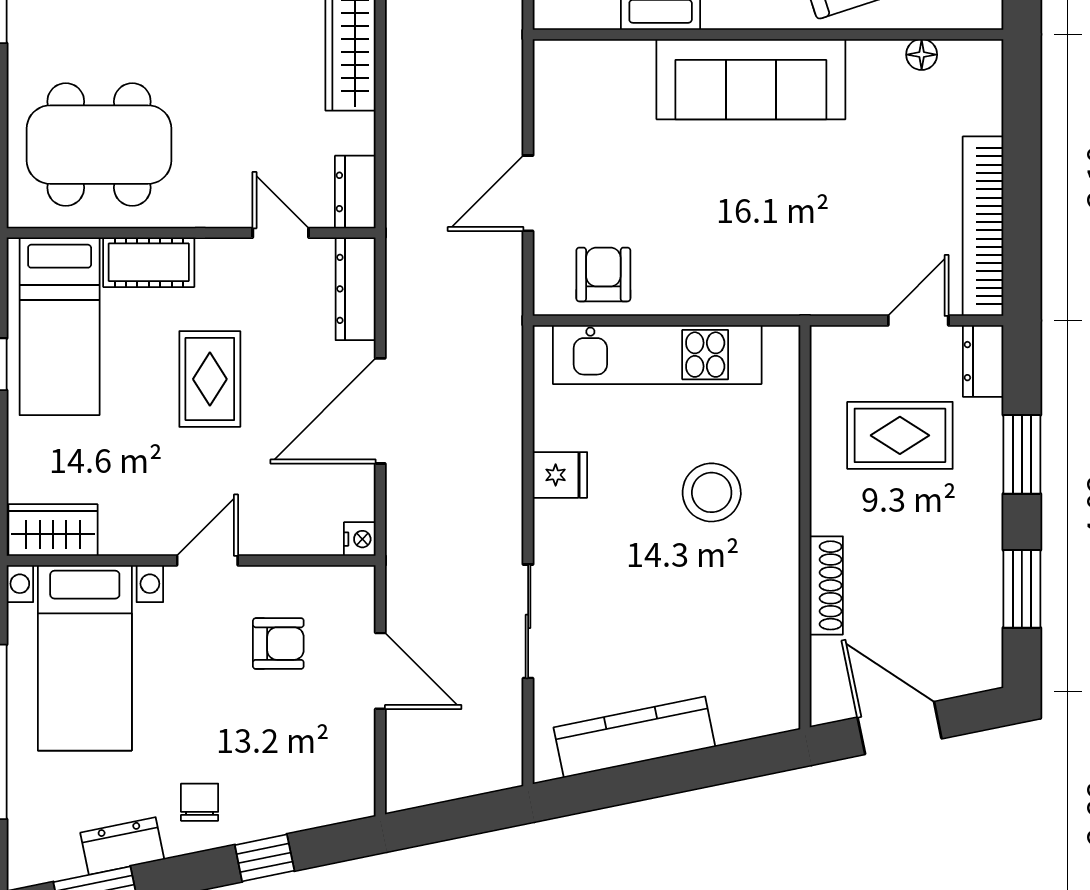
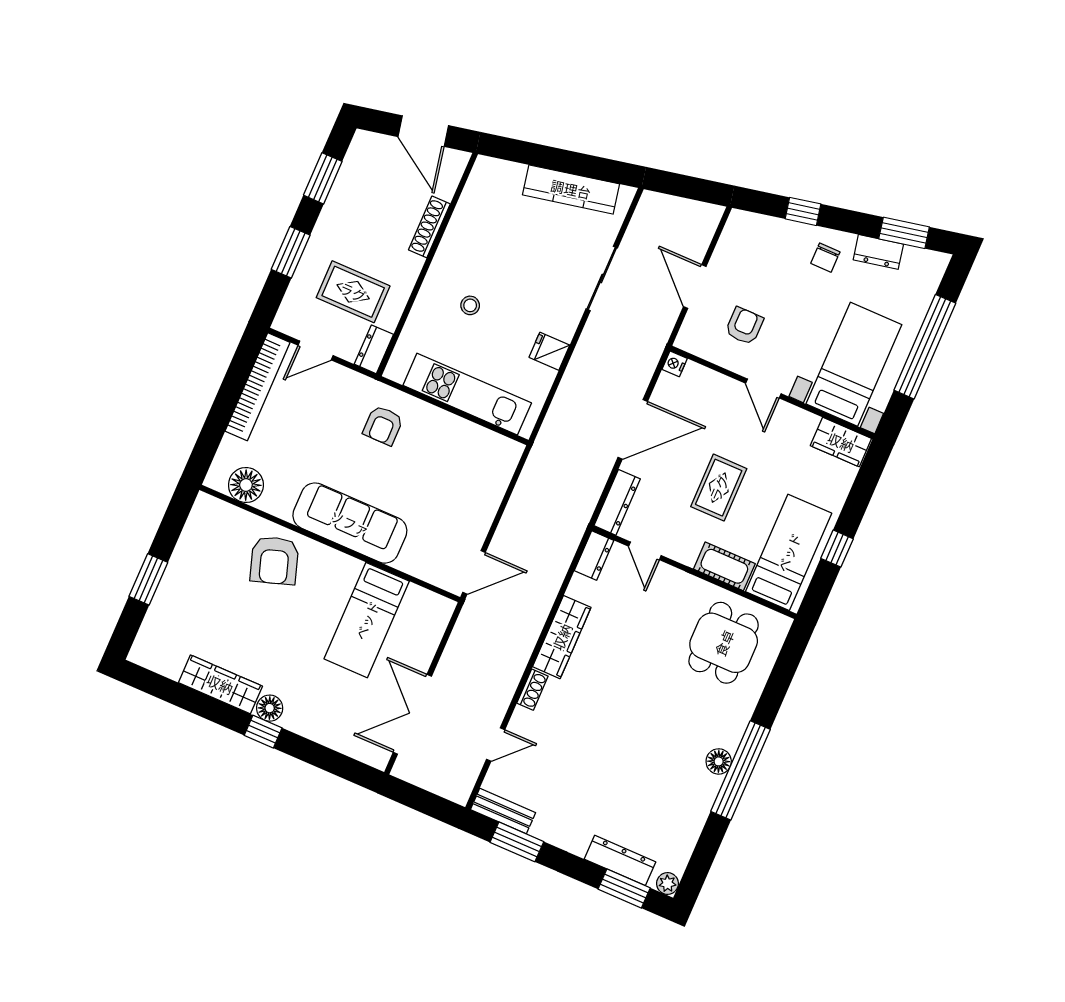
floor lamp: (922, 55) -> (246, 485), width x1.89, depth x1.89
dining table: (99, 145) -> (724, 643), width x0.73
door: (528, 193) -> (474, 572), moved
armchair: (603, 275) -> (383, 425), moved
dresser: (983, 361) -> (374, 349), moved, turned 180
stool: (712, 492) -> (470, 305), width x0.53, depth x0.53
door: (207, 561) -> (763, 388), hinge flipped
armchair: (278, 644) -> (744, 326), turned 90

